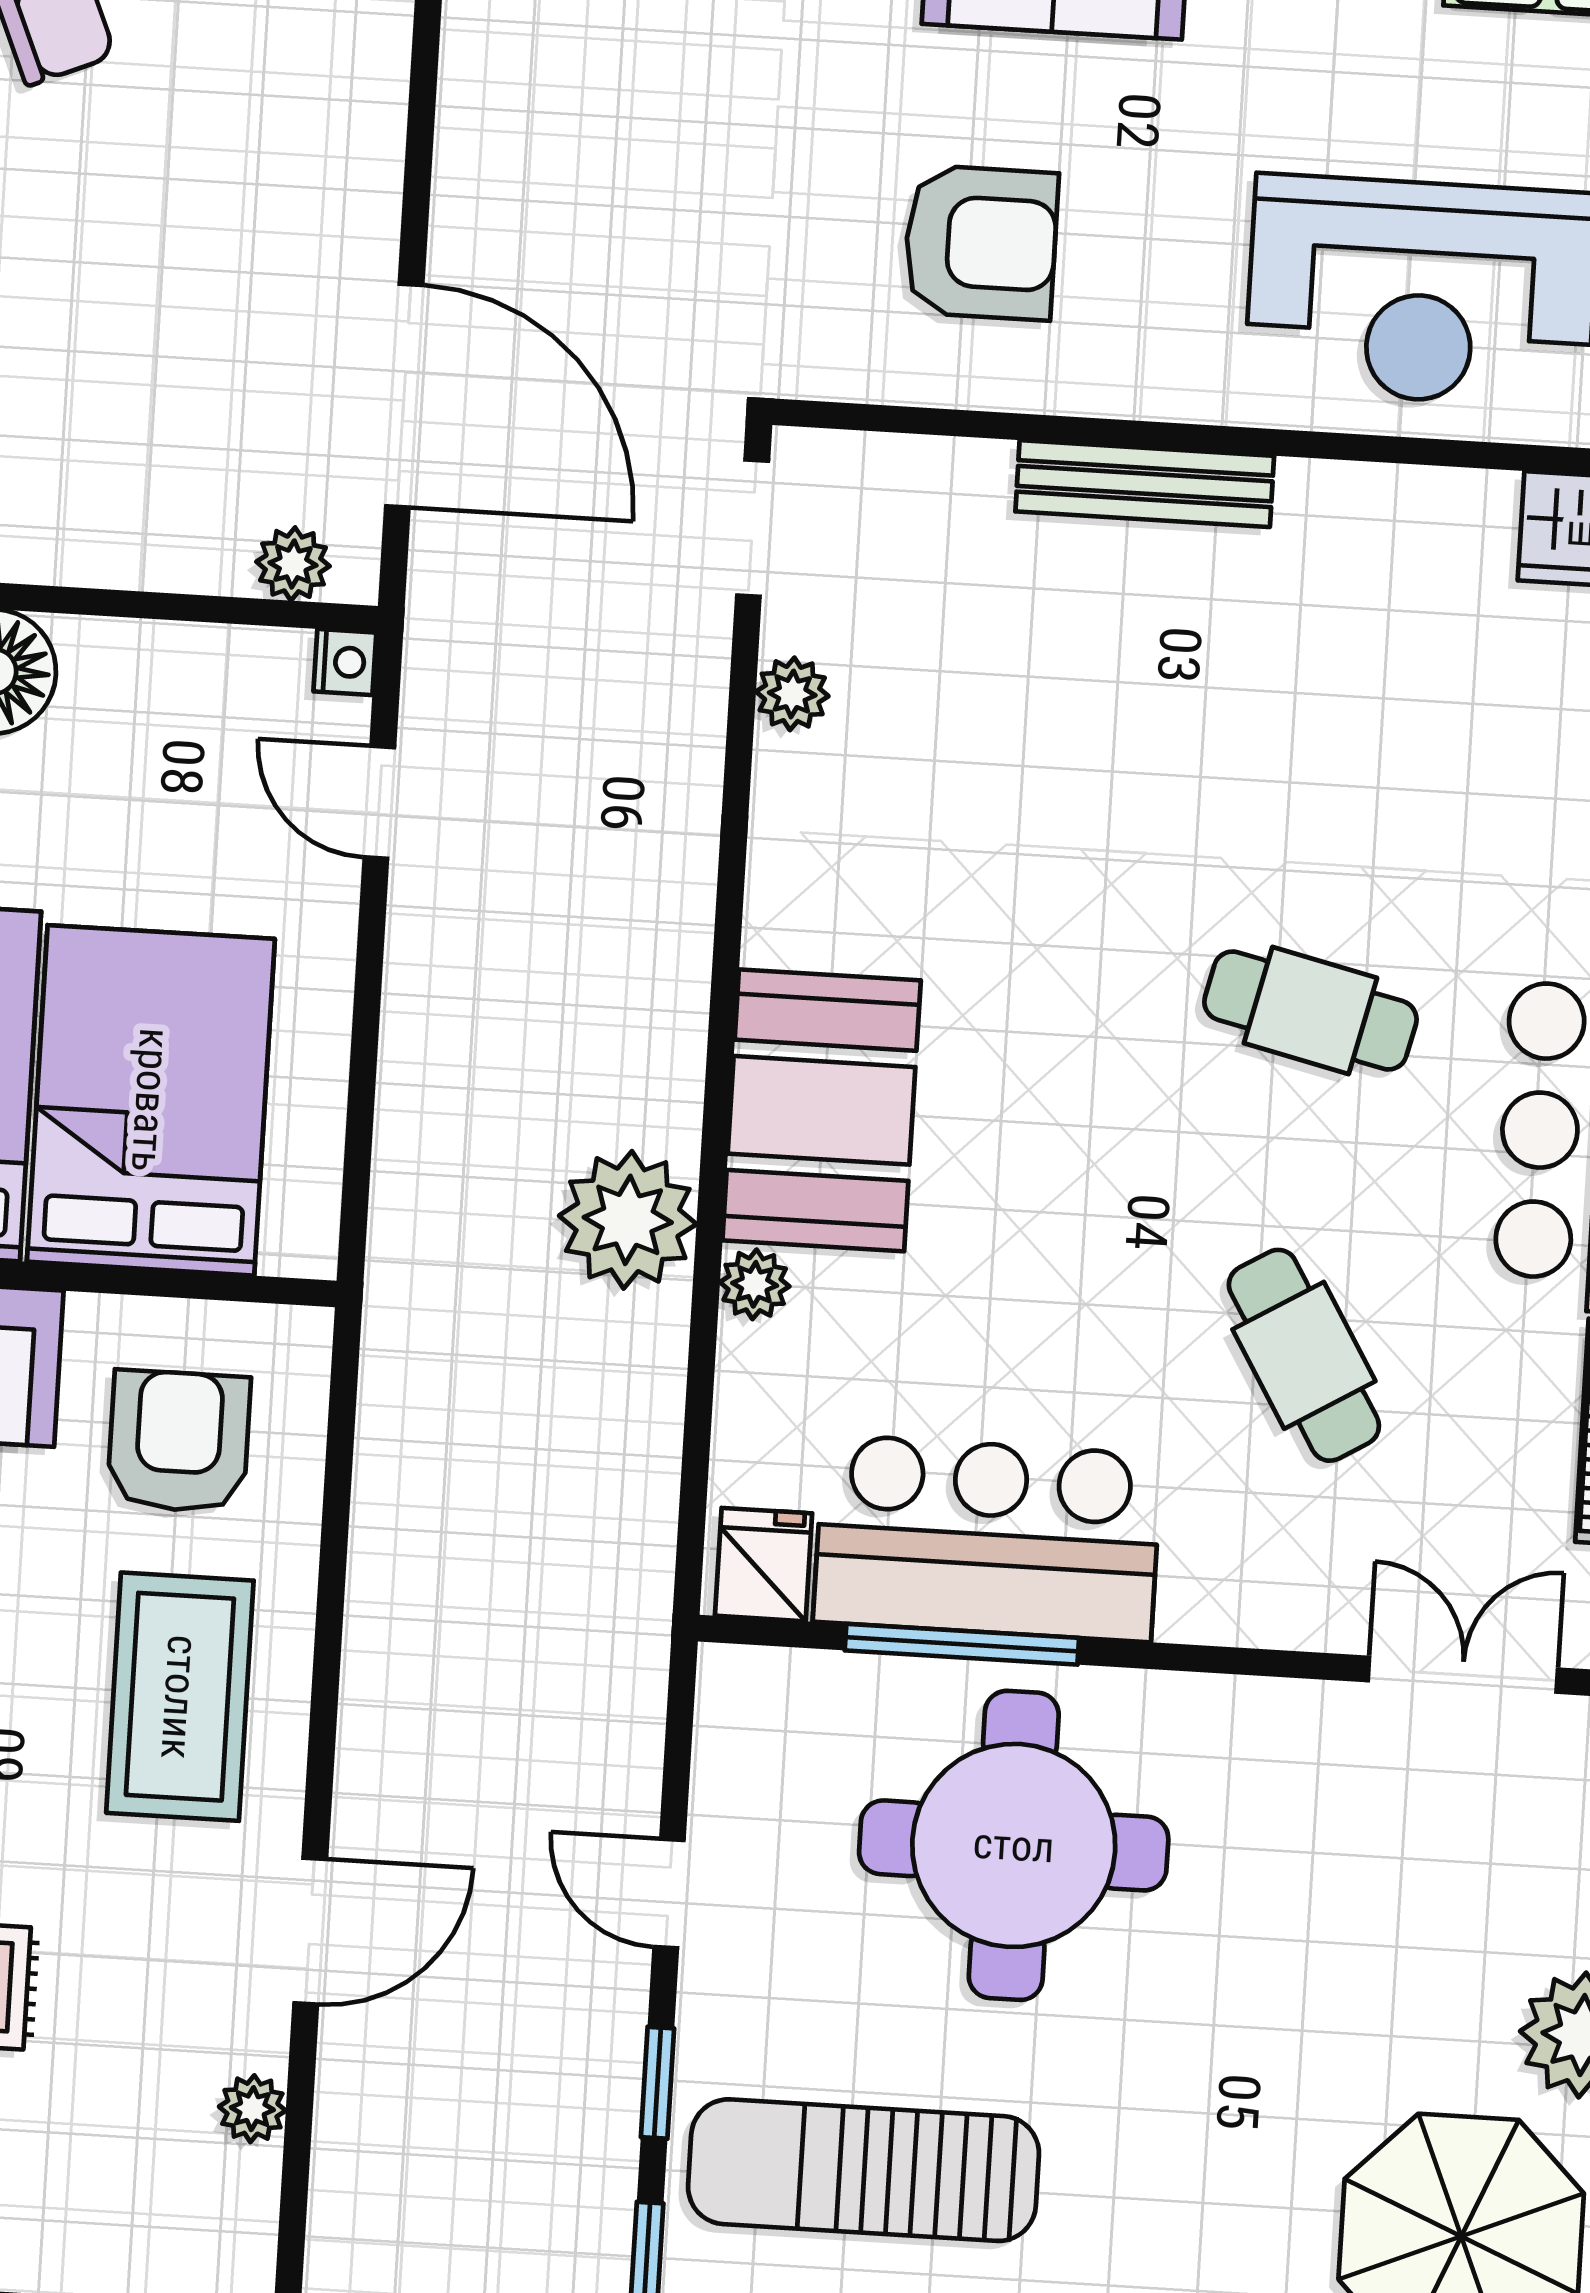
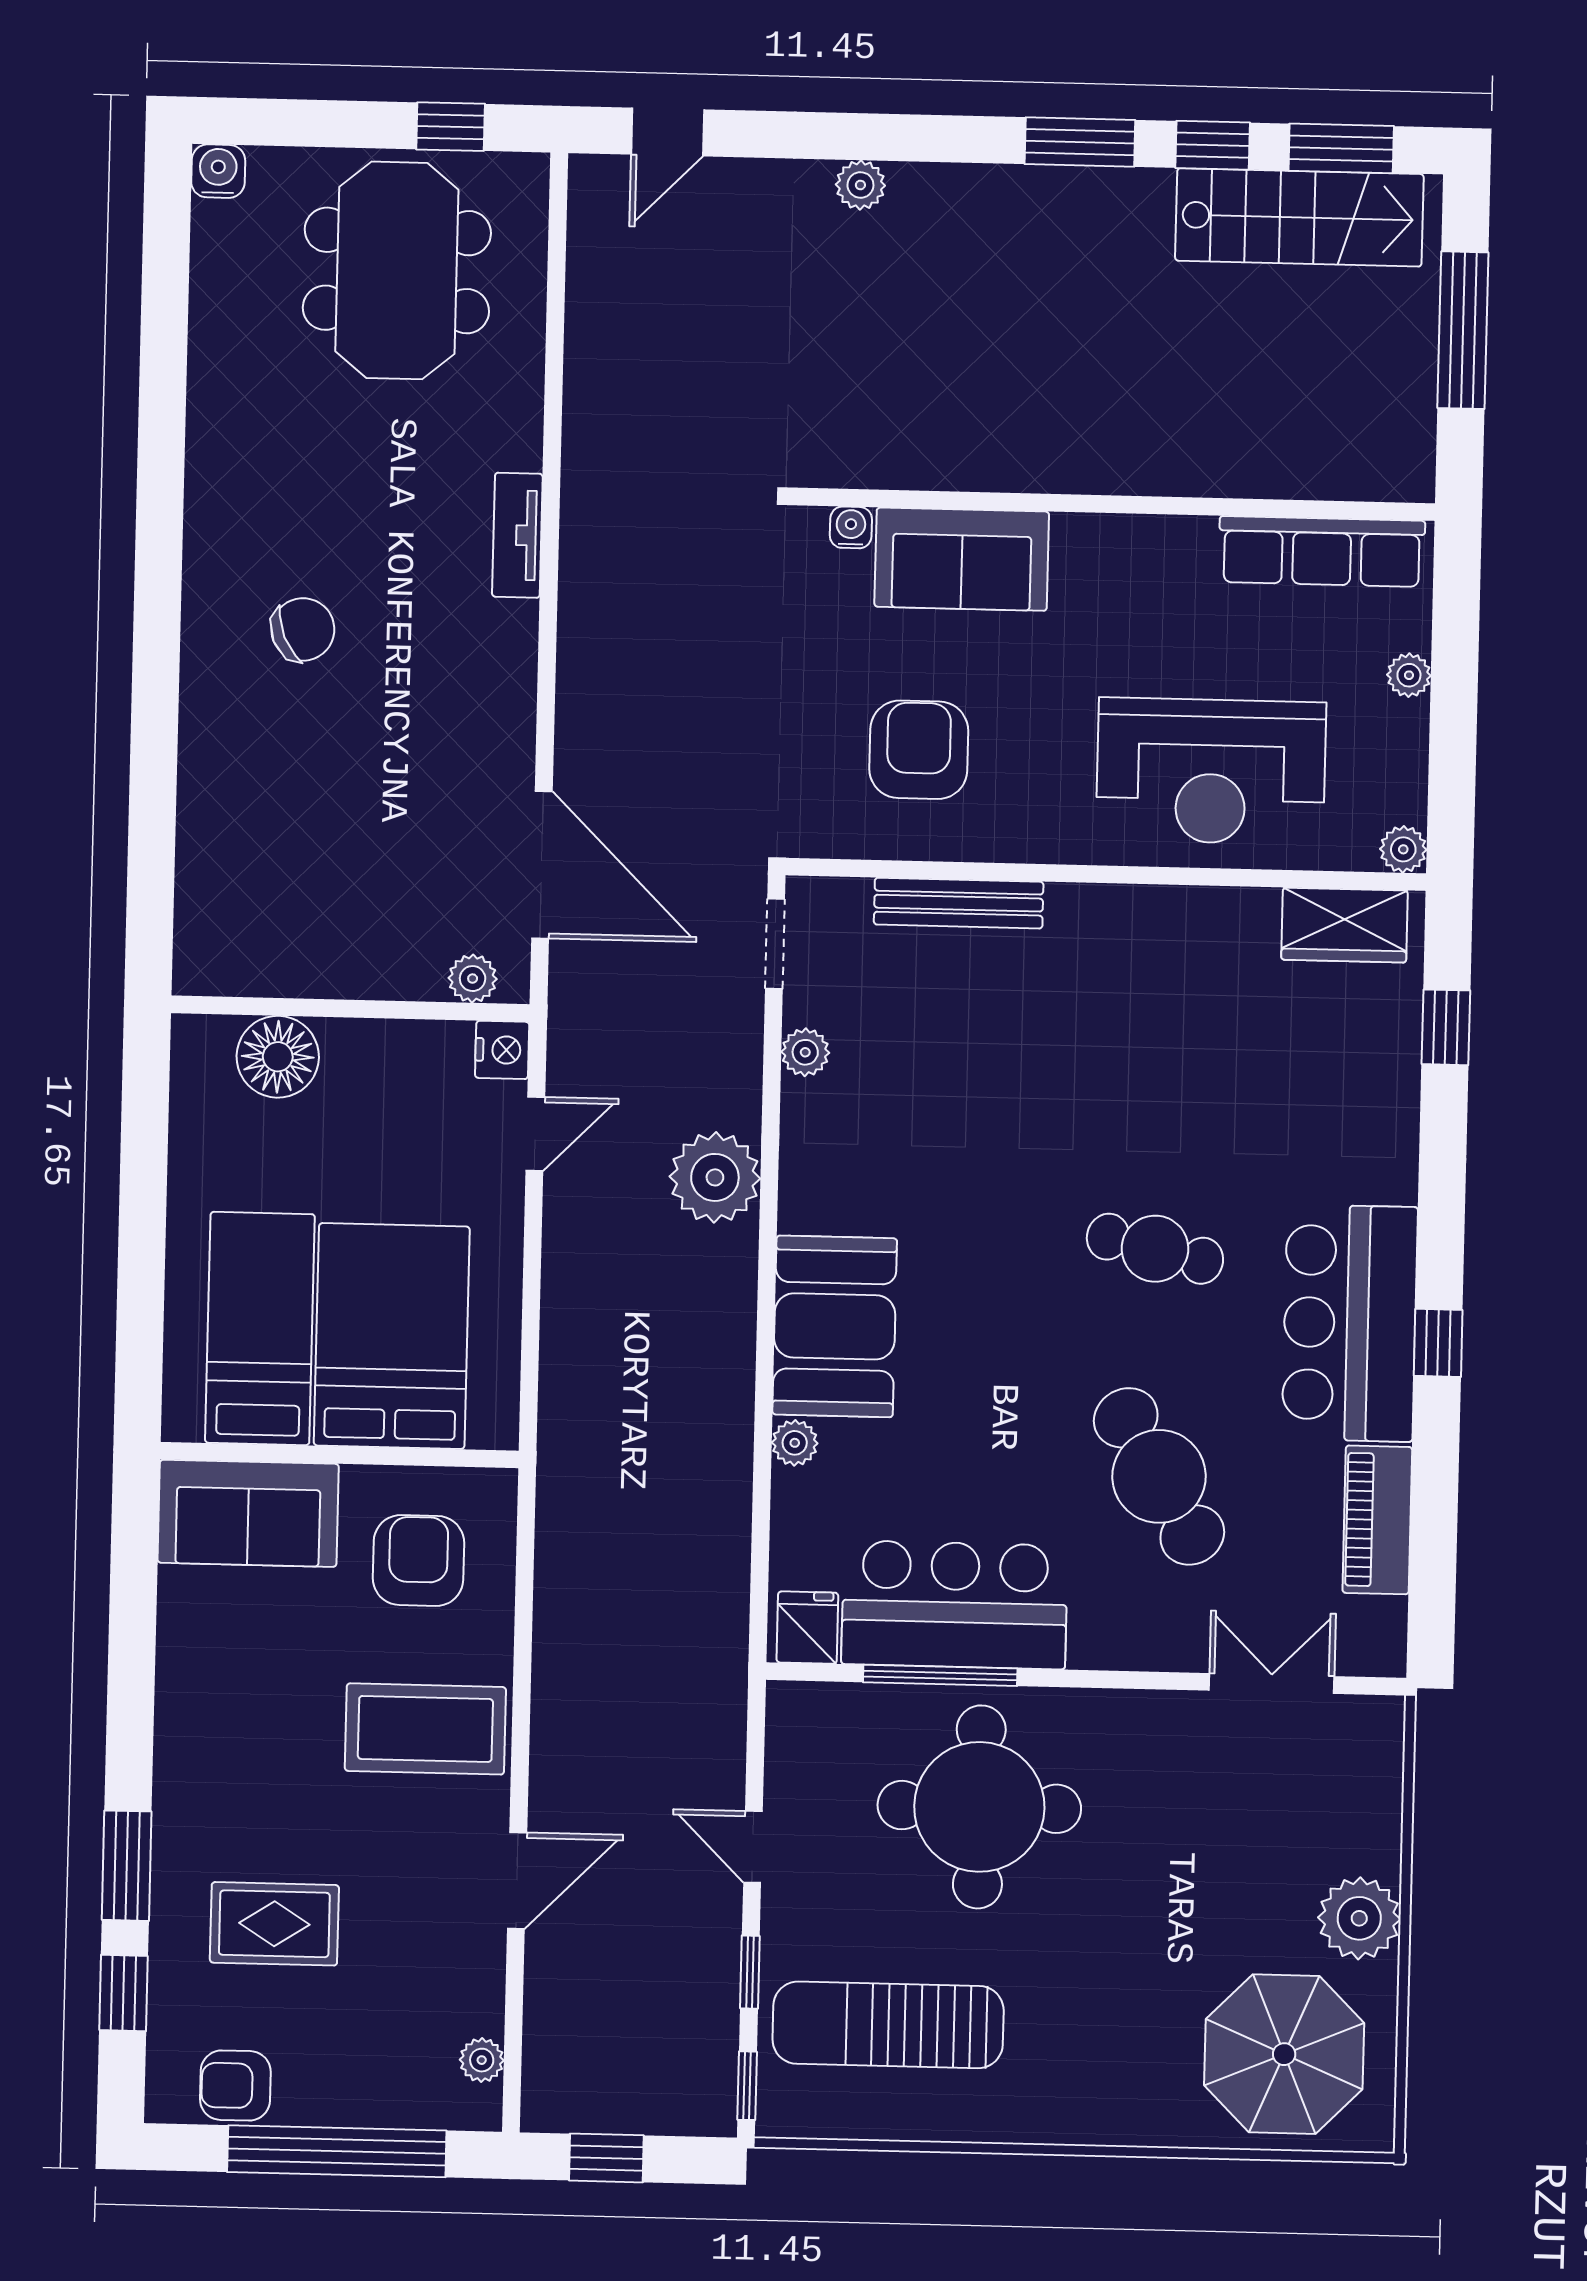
armchair: (981, 243) -> (919, 750), turned -90
bench: (1145, 484) -> (959, 903), moved
nightstand: (345, 662) -> (502, 1050), width x1.39, depth x1.35
door: (379, 802) -> (535, 1134), swing flipped
plant: (628, 1220) -> (715, 1177), moved
cafe table: (1304, 1355) -> (1159, 1476), width x1.37, depth x1.35
coffee table: (180, 1697) -> (425, 1729), turned 90
plant: (252, 2109) -> (482, 2060), moved

